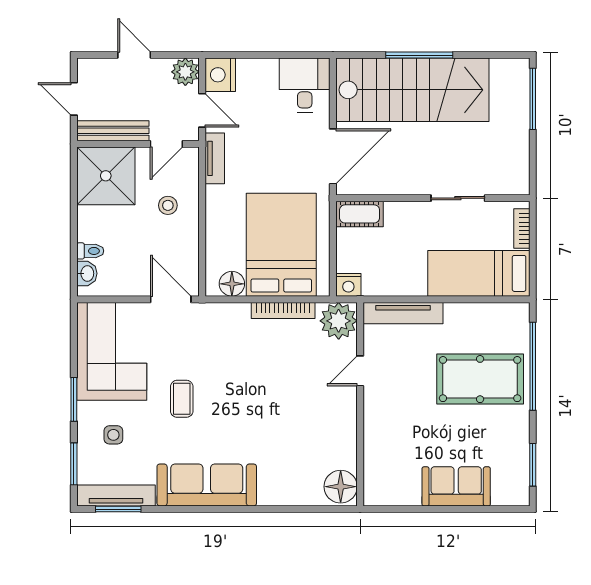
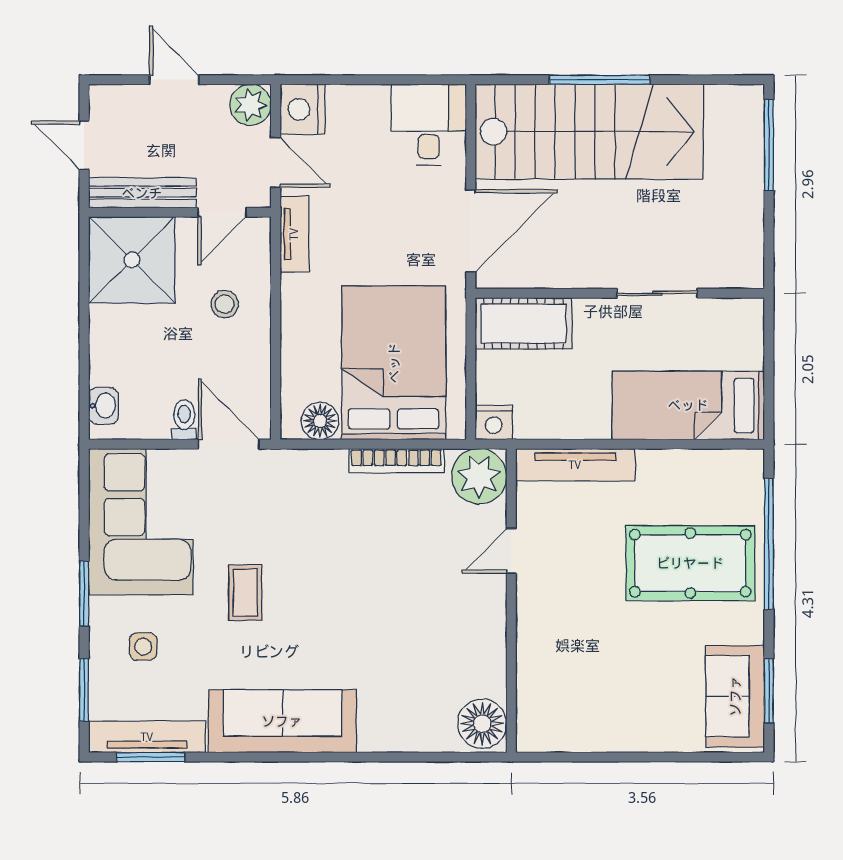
cot: (360, 214) -> (523, 323), width x1.37, depth x1.34
bookcase: (522, 229) -> (753, 339), removed
toilet: (90, 251) -> (184, 420), moved, turned -90
sofa: (456, 486) -> (735, 696), moved, turned -90

